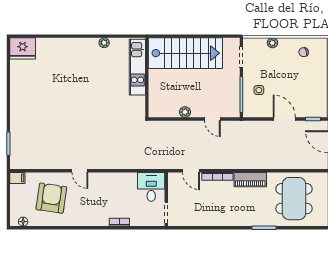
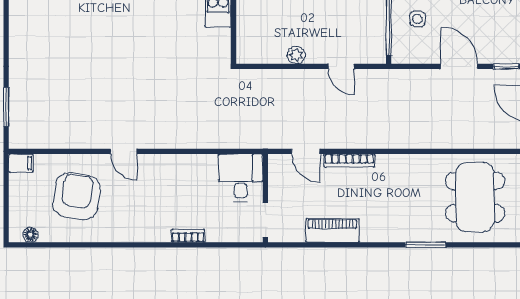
piano: (250, 180) -> (333, 230), moved, turned 180

